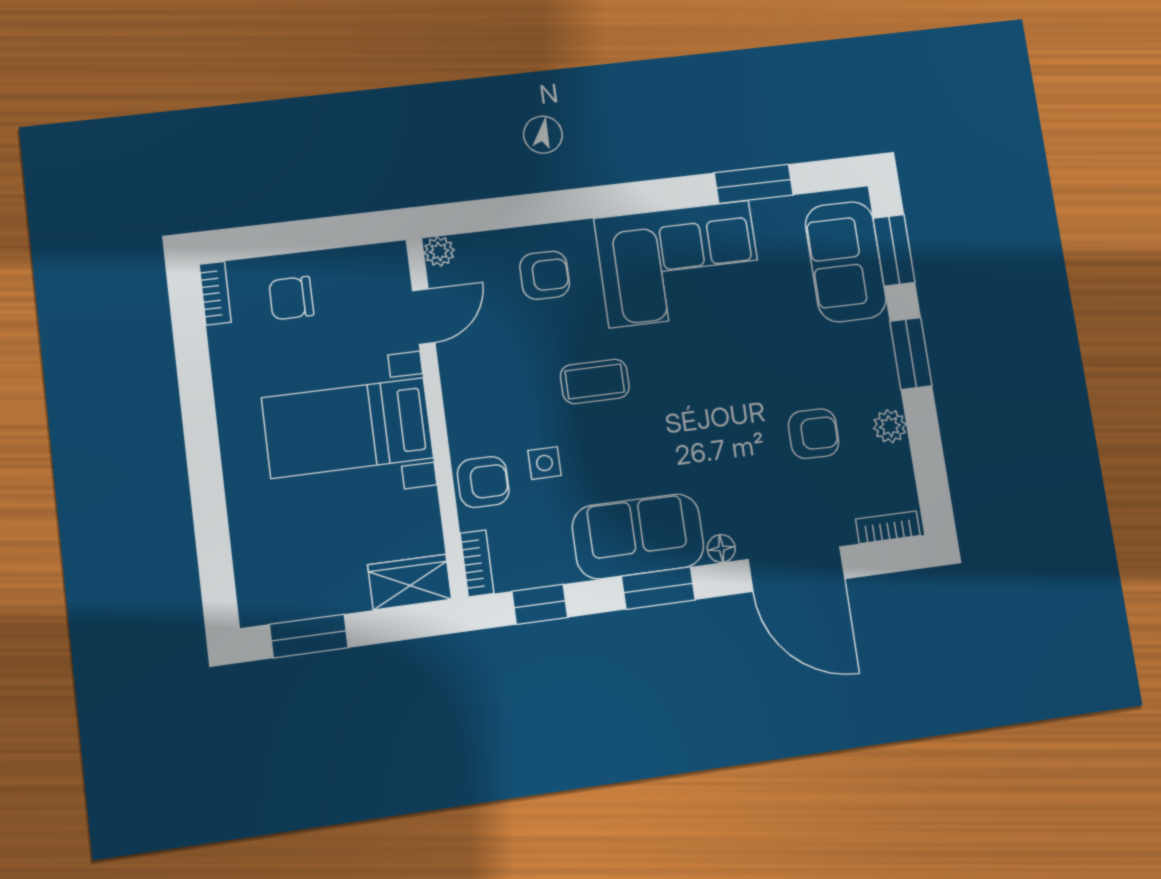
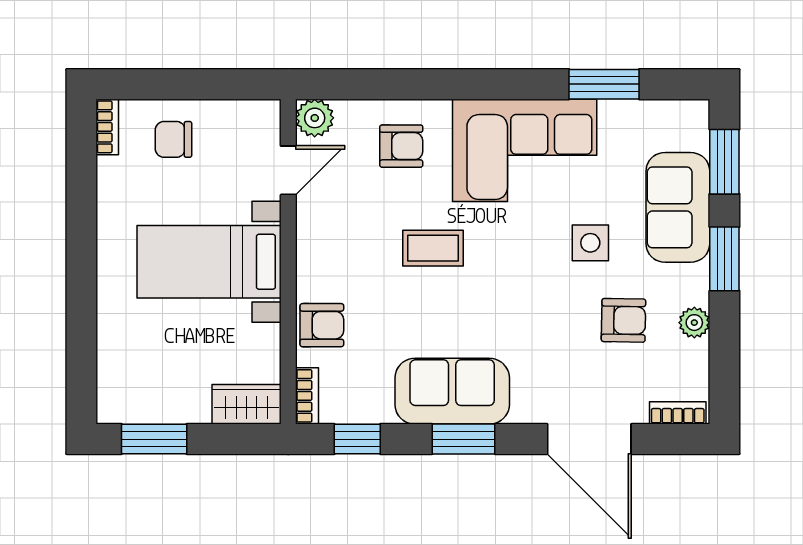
plant: (439, 251) -> (315, 118), width x1.38, depth x1.38
sofa: (846, 262) -> (678, 207), moved
side table: (545, 463) -> (590, 243), moved, width x1.37, depth x1.37
floor lamp: (721, 548) -> (525, 412), removed

